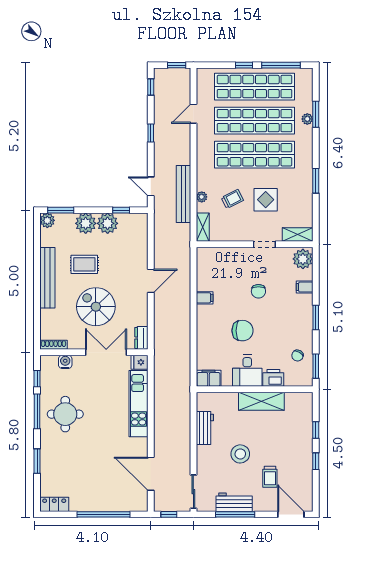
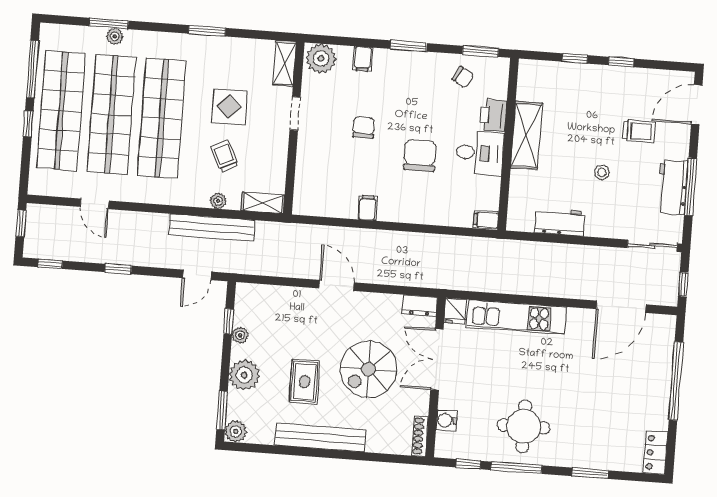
plant: (108, 223) -> (240, 335), width x0.53, depth x0.53
chair: (258, 291) -> (364, 128), turned -90
filing cabinet: (209, 378) -> (486, 220), width x0.50
stool: (240, 454) -> (602, 172), width x0.53, depth x0.53

